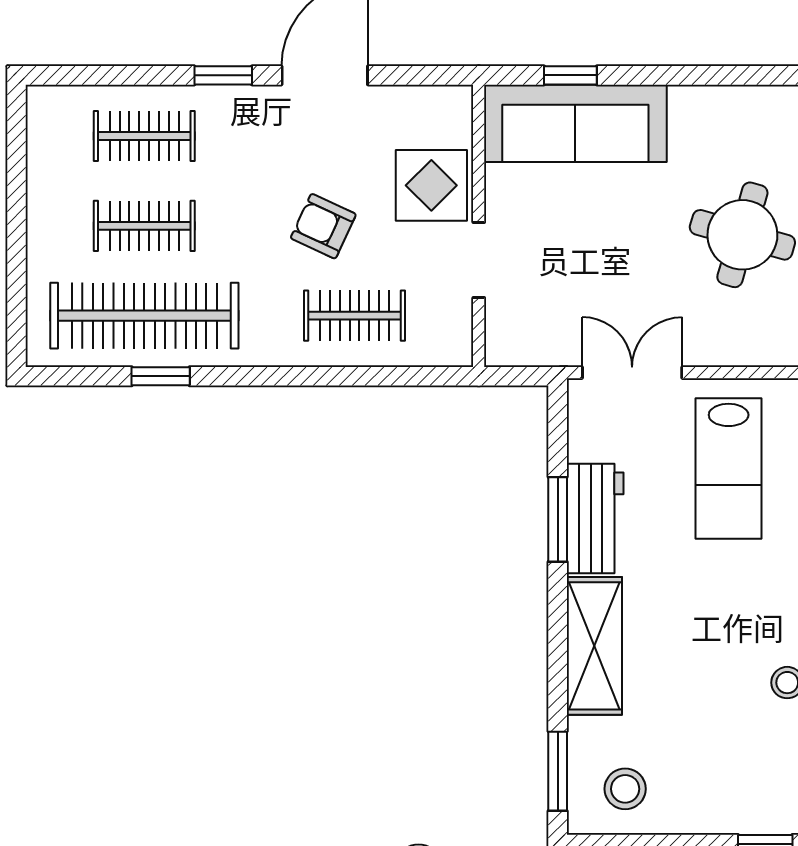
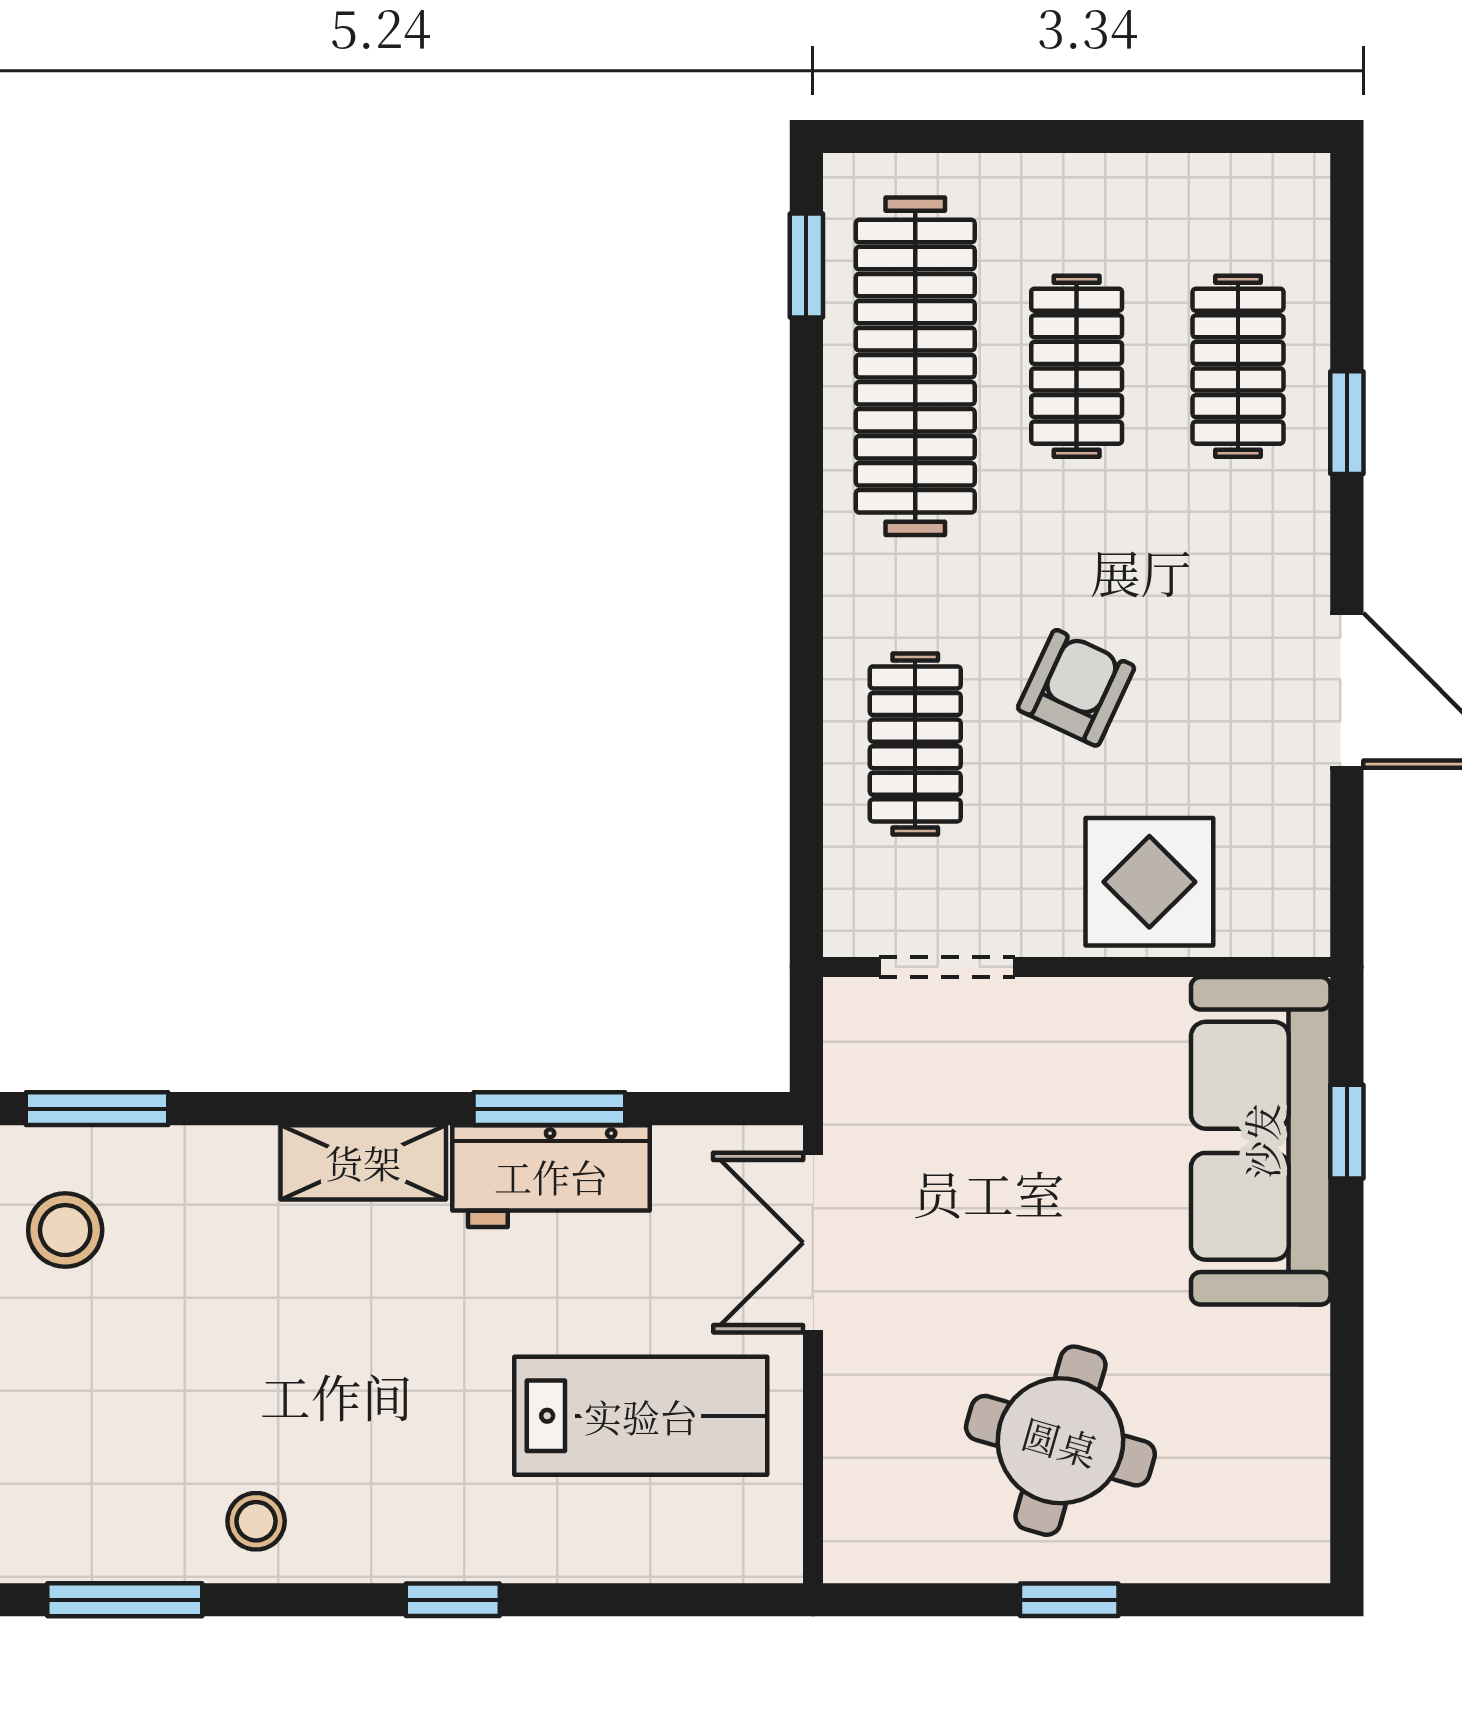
window: (223, 75) -> (1347, 423), moved
doorway: (479, 260) -> (947, 967), moved
double door: (632, 373) -> (813, 1243), swing flipped
window: (161, 376) -> (806, 266), moved
lab bench: (729, 468) -> (641, 1416), turned 180
shelving: (594, 646) -> (363, 1162), width x0.67, depth x0.75

